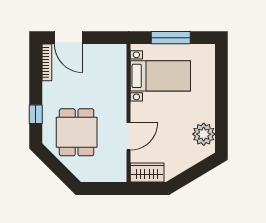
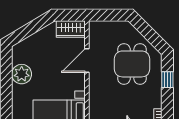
plant: (204, 134) -> (22, 74), moved

